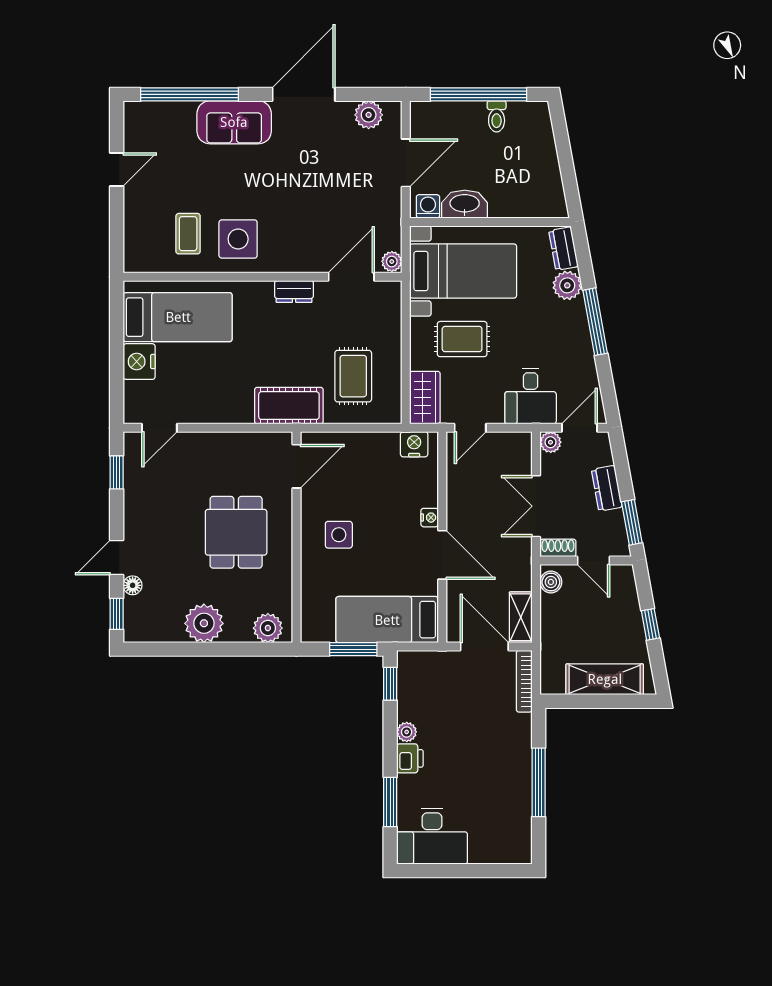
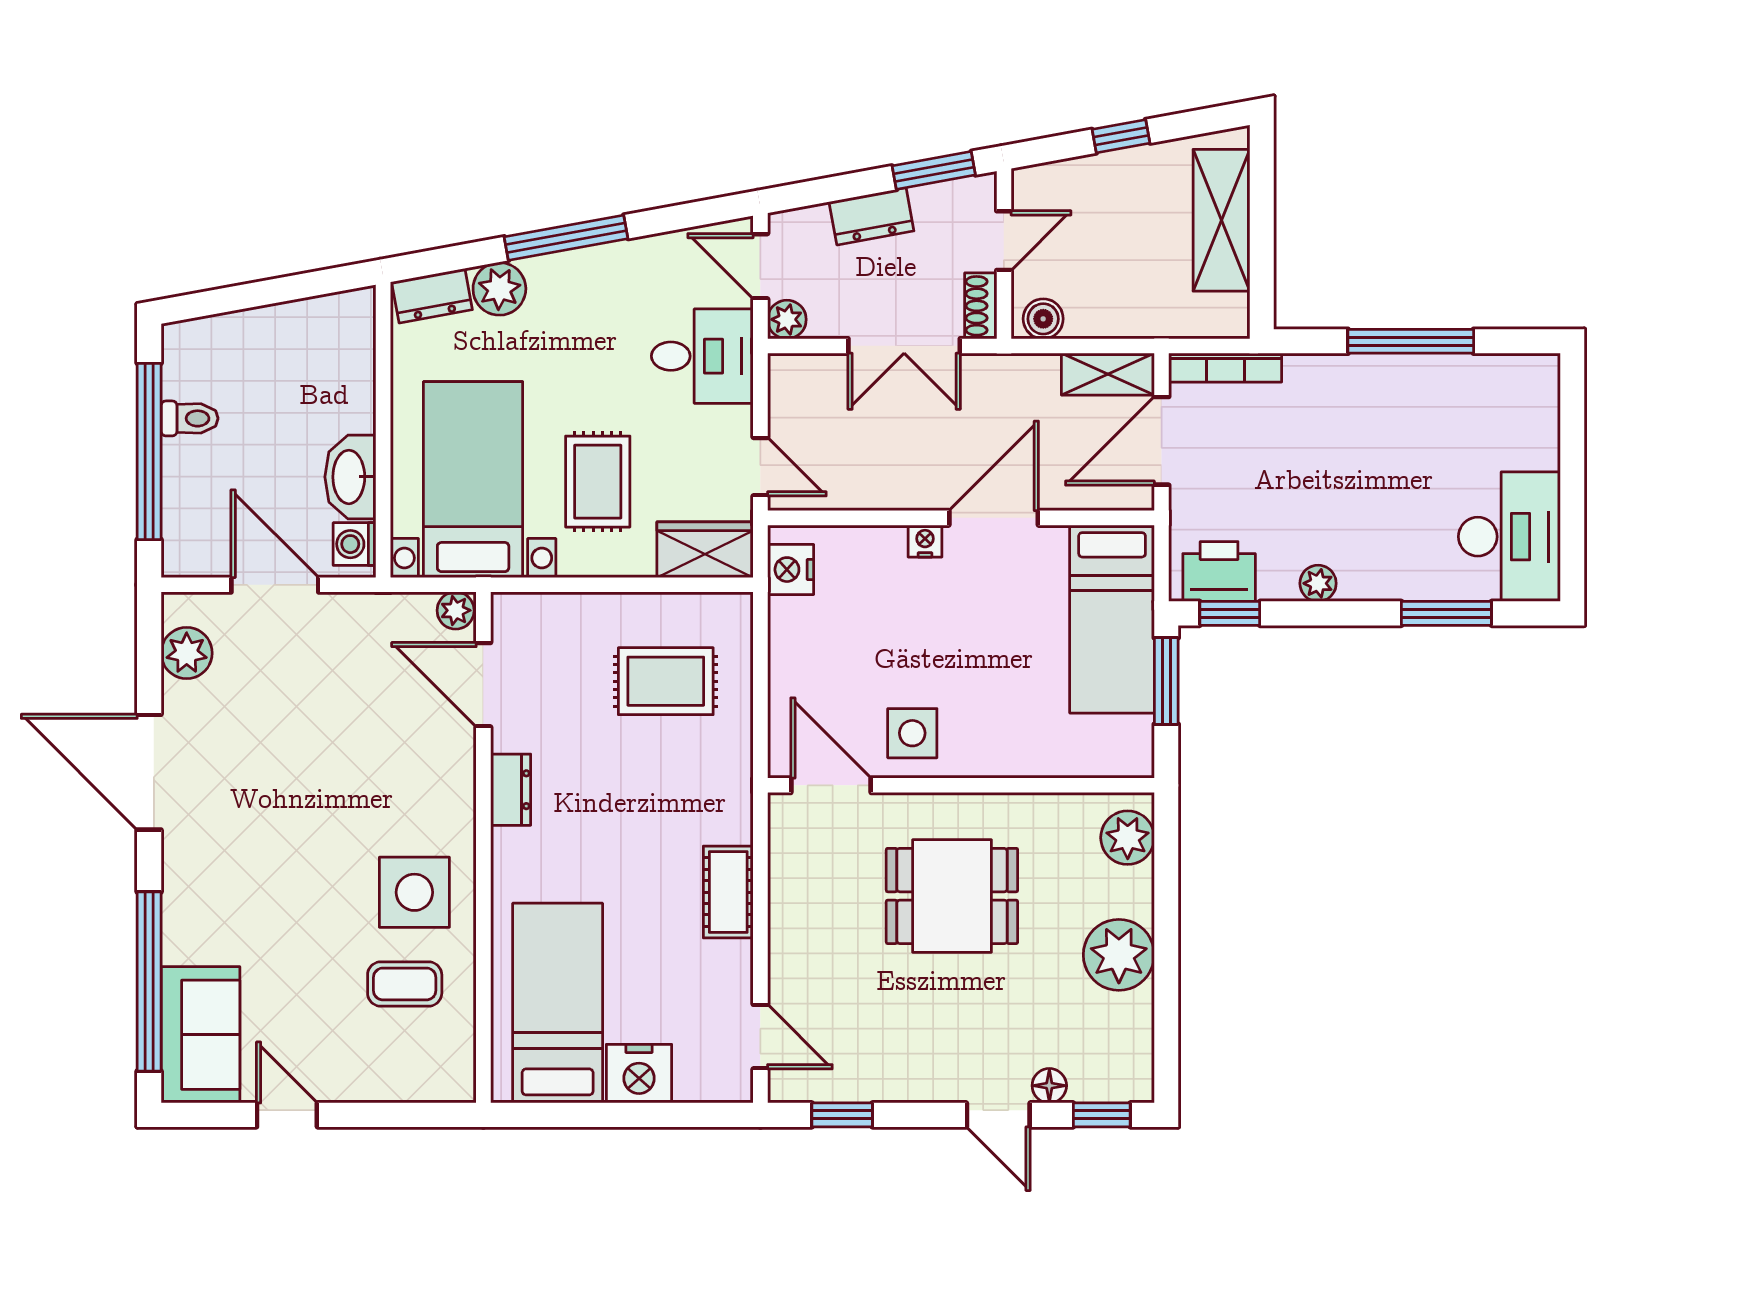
sofa: (234, 122) -> (200, 1035), moved
cot: (289, 406) -> (728, 892), moved, width x0.73, depth x0.75
side table: (339, 535) -> (912, 733), moved
printer: (410, 758) -> (1219, 572), moved, width x1.36, depth x1.24

